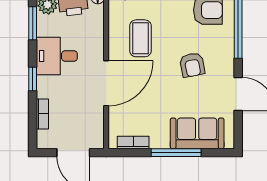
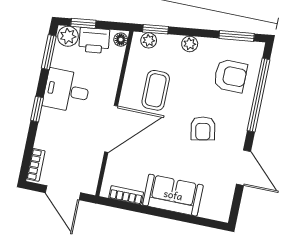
bookcase: (42, 114) -> (36, 165), moved
sofa: (197, 133) -> (173, 195), moved
window: (176, 153) -> (168, 214), removed

